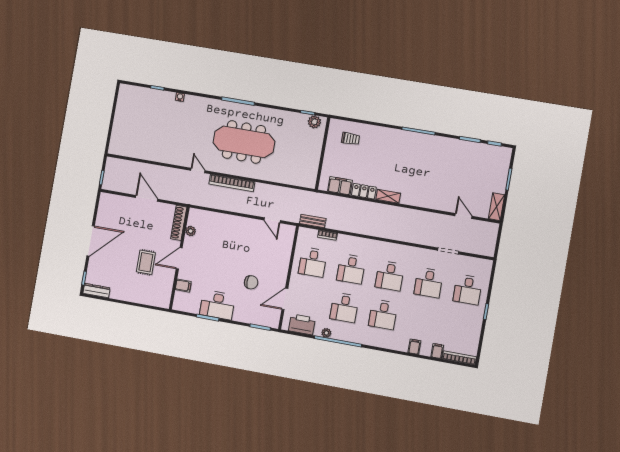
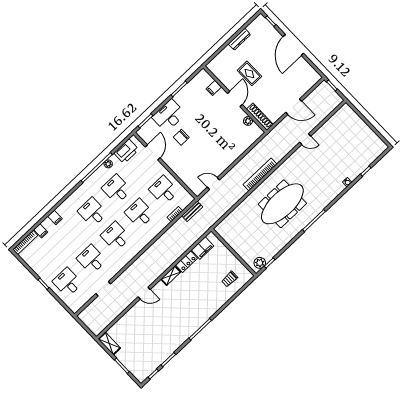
door: (198, 170) -> (305, 139), moved
door: (463, 216) -> (144, 293), moved
dresser: (97, 290) -> (239, 39), moved
desk: (217, 305) -> (169, 116), moved

